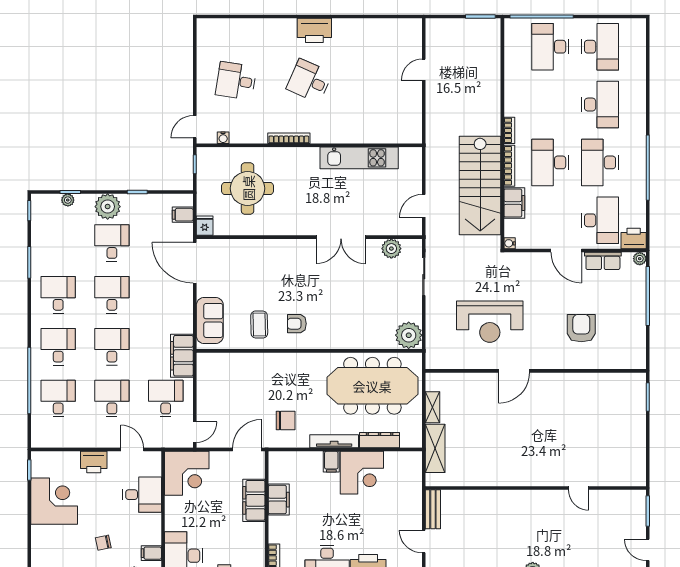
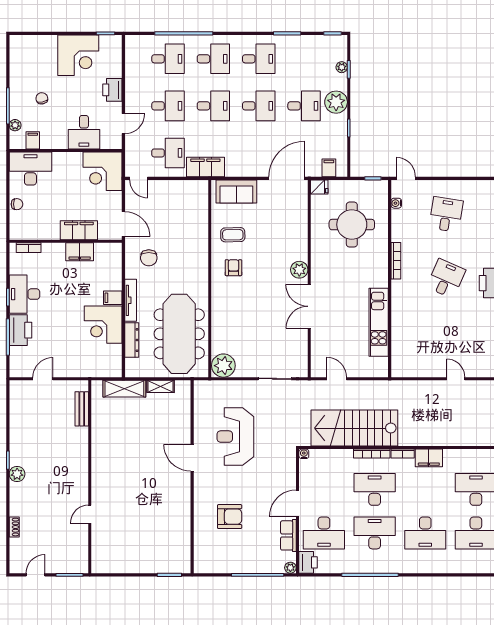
filing cabinet: (514, 203) -> (429, 458), moved
plant: (391, 249) -> (299, 270), moved
bench: (433, 509) -> (82, 409), moved, turned 90

